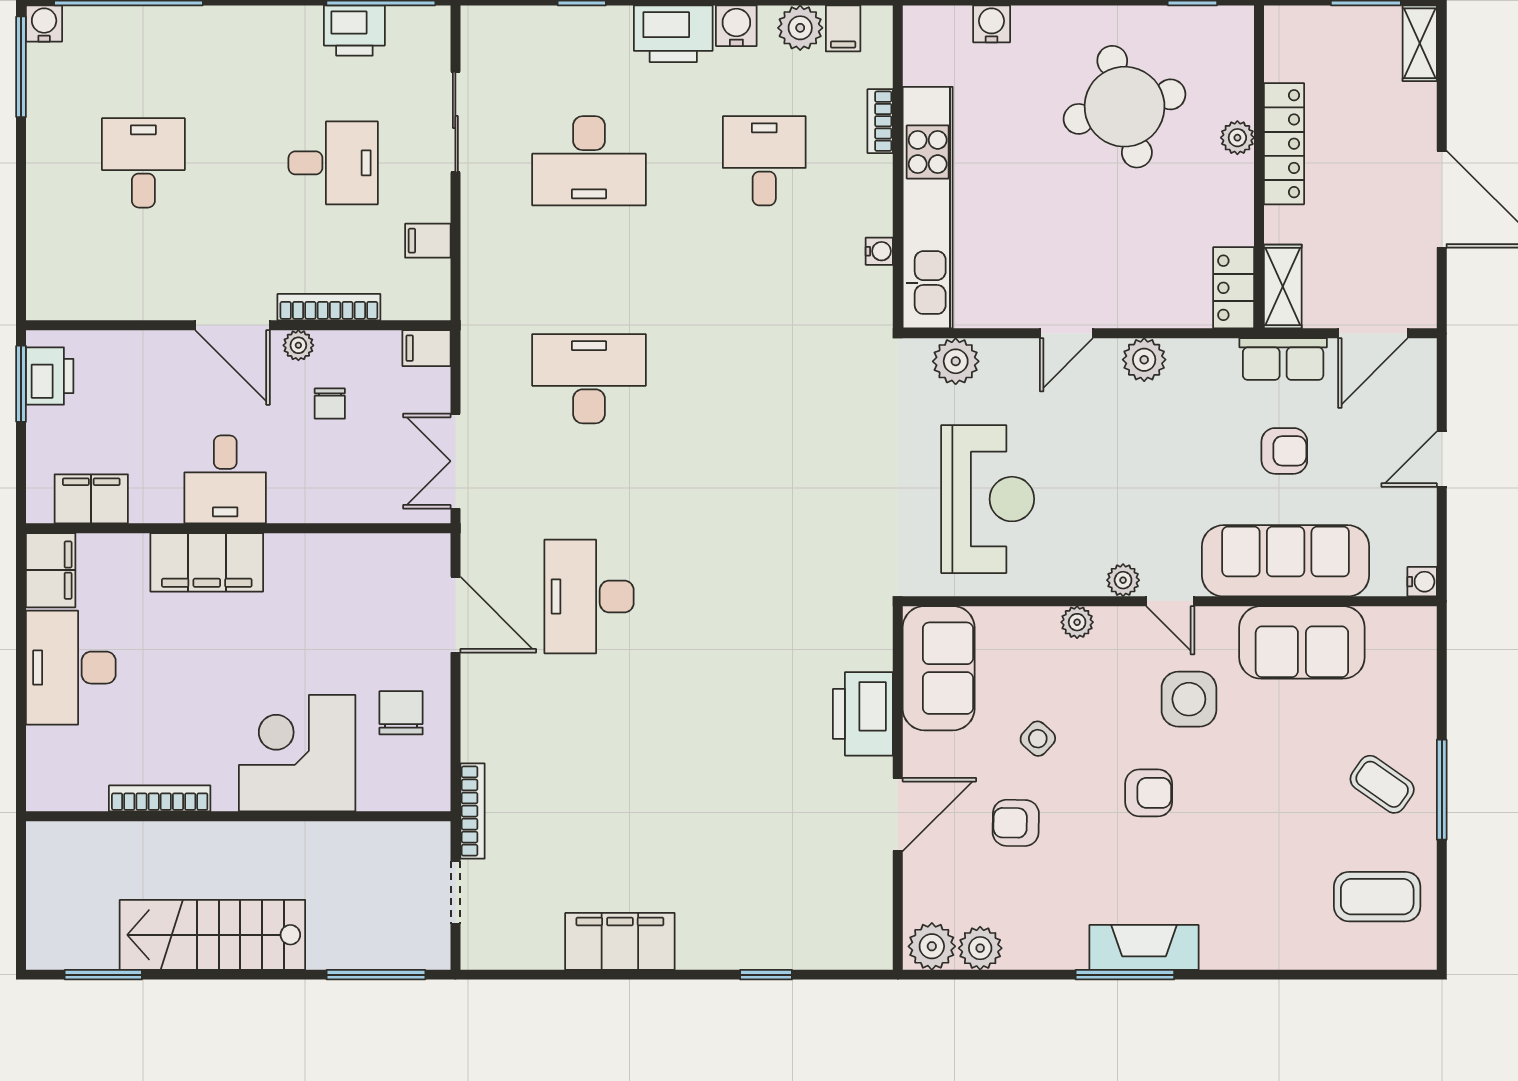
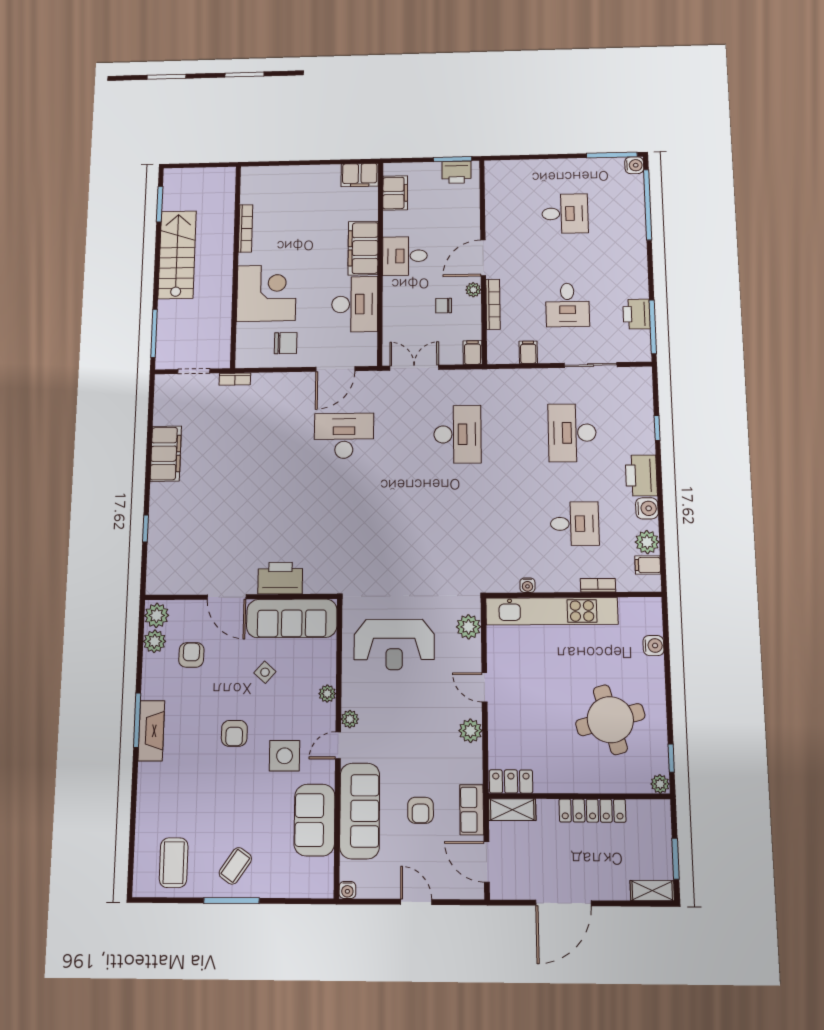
plant: (1237, 138) -> (660, 784), moved
desk: (71, 668) -> (355, 304), moved, turned 90
sofa: (939, 668) -> (292, 618), width x1.36
bookcase: (472, 811) -> (235, 379), width x0.64
armchair: (1016, 823) -> (191, 655), moved

